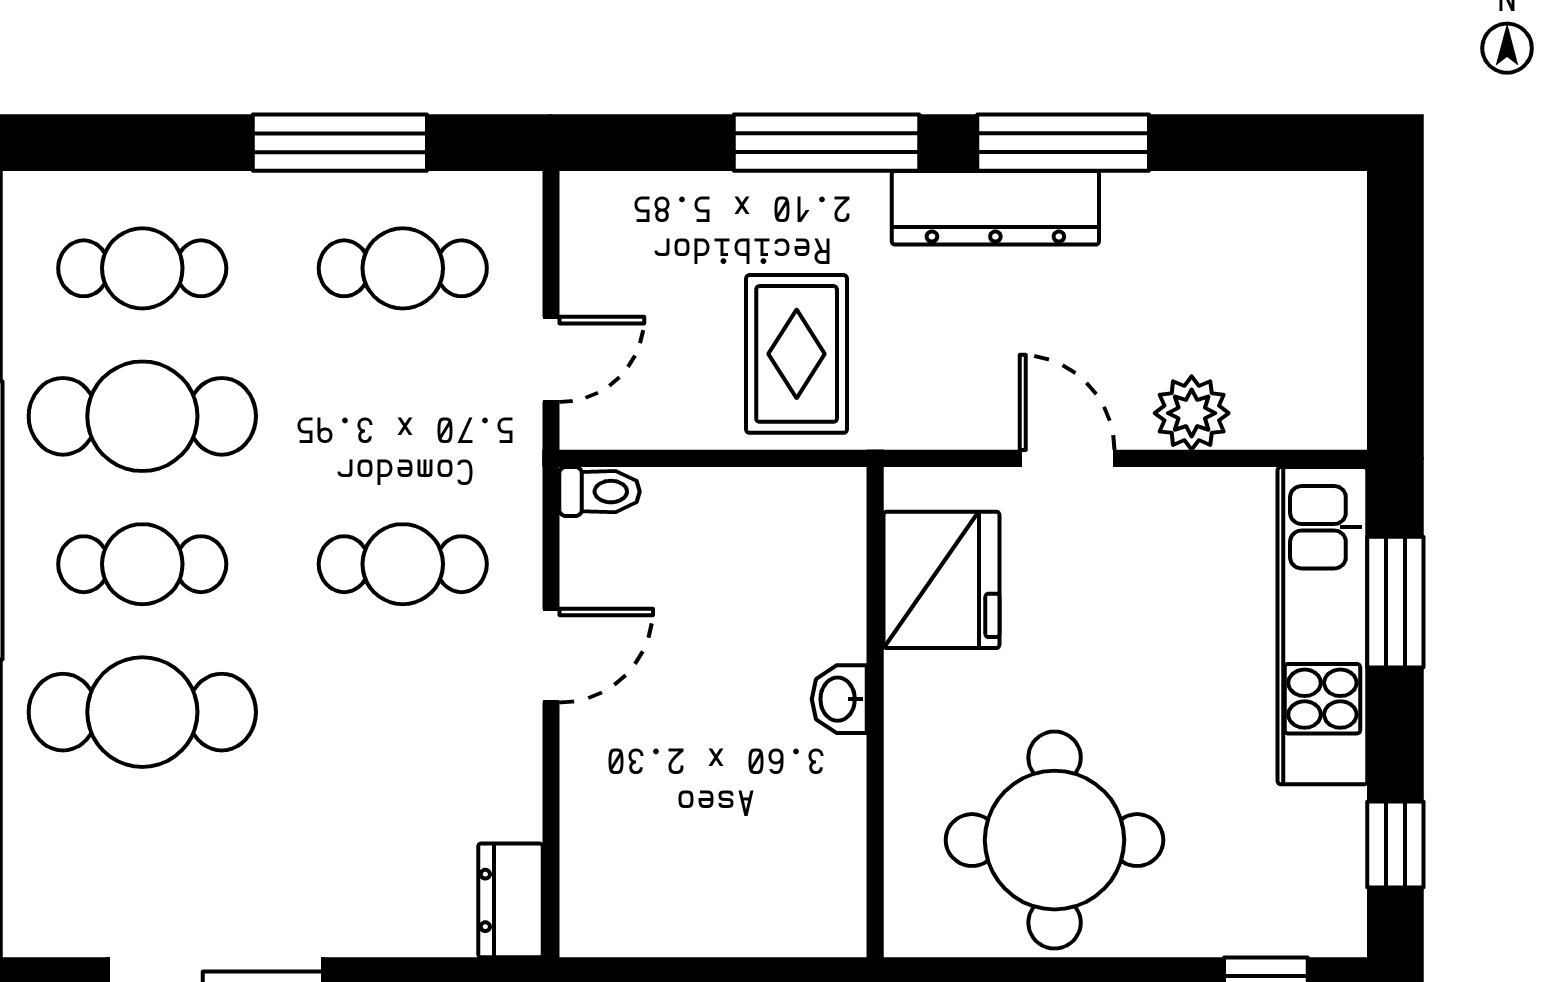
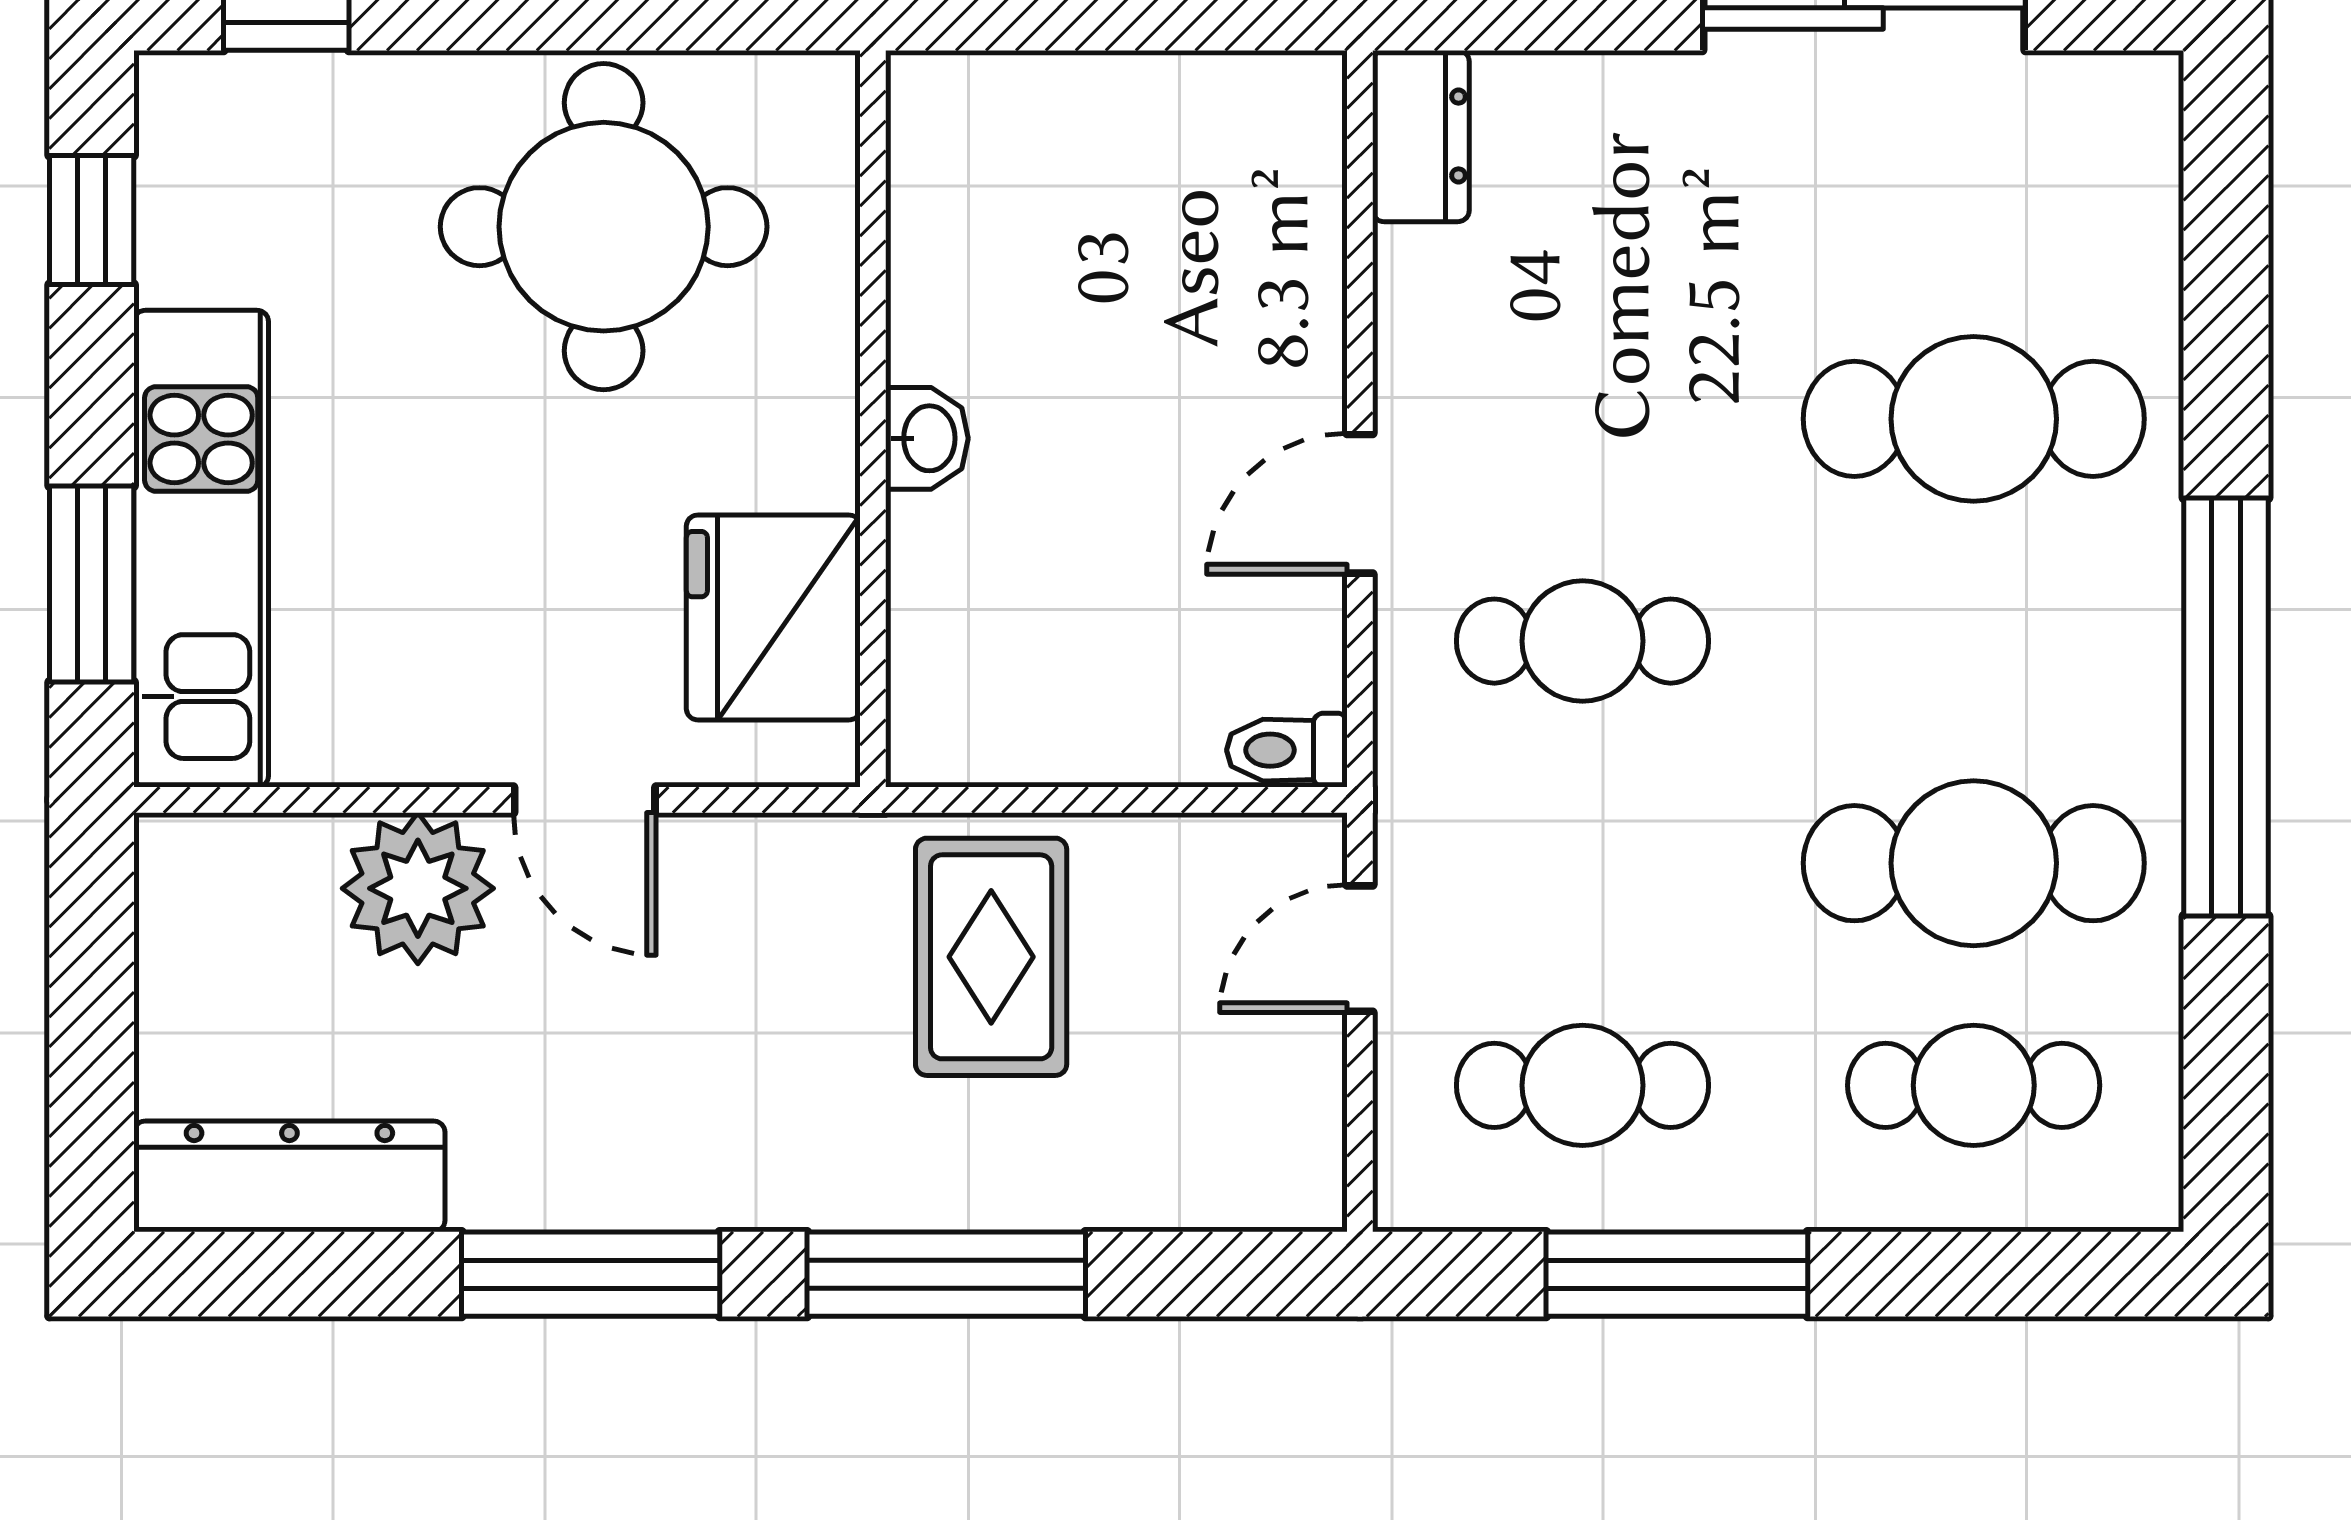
dresser: (995, 208) -> (289, 1176), moved
plant: (1192, 413) -> (418, 888), width x1.36, depth x1.36
cafe table: (142, 564) -> (1974, 641), removed

